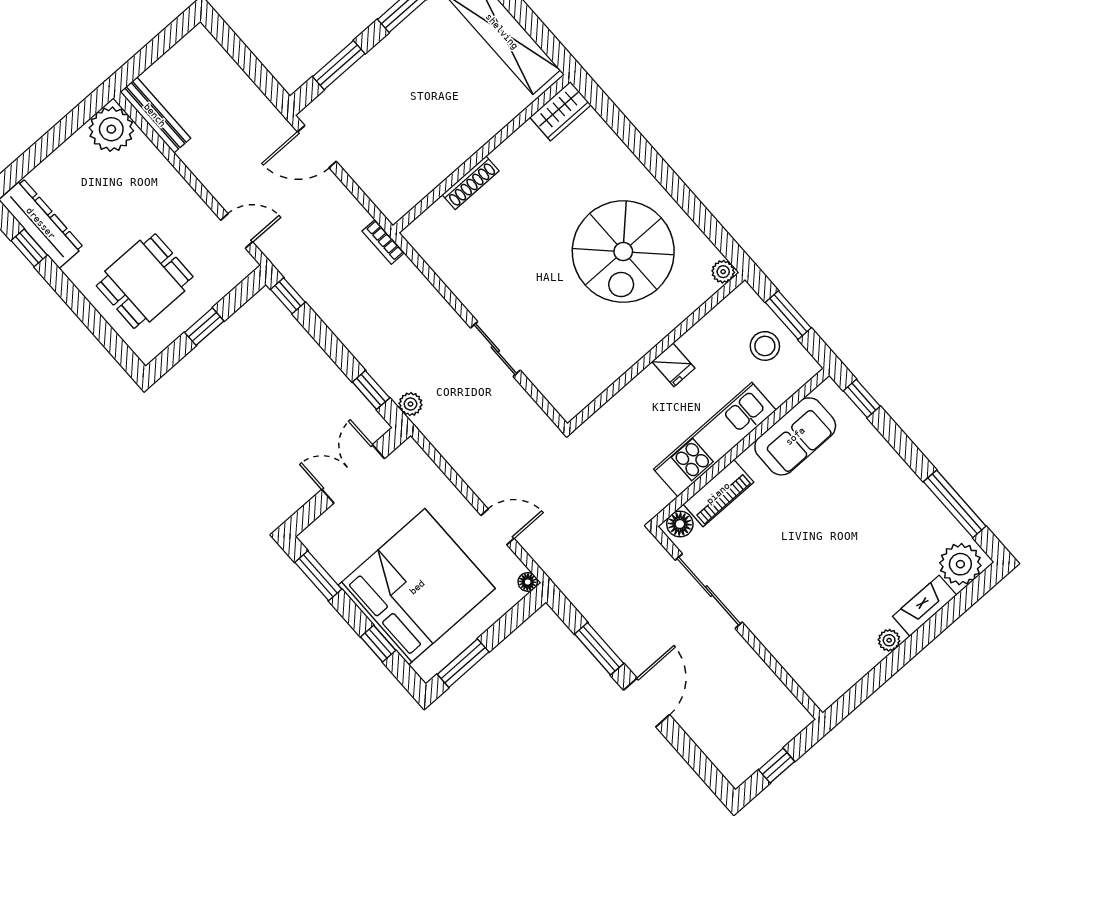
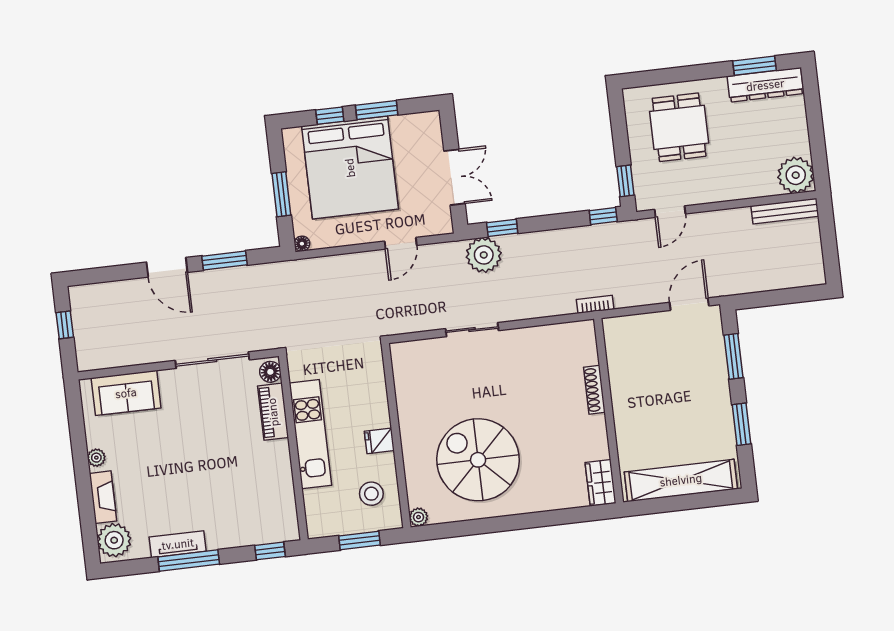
window: (29, 248) -> (755, 66), width x1.50
window: (204, 327) -> (625, 181), moved
stool: (765, 346) -> (371, 494), moved
plant: (410, 404) -> (484, 255), width x1.88, depth x1.88
sofa: (795, 436) -> (126, 393), moved, turned -90
tv unit: (920, 497) -> (178, 544), added
window: (955, 504) -> (189, 561), moved
door: (498, 527) -> (401, 243), moved
window: (318, 576) -> (377, 110), moved
window: (463, 663) -> (281, 194), moved

